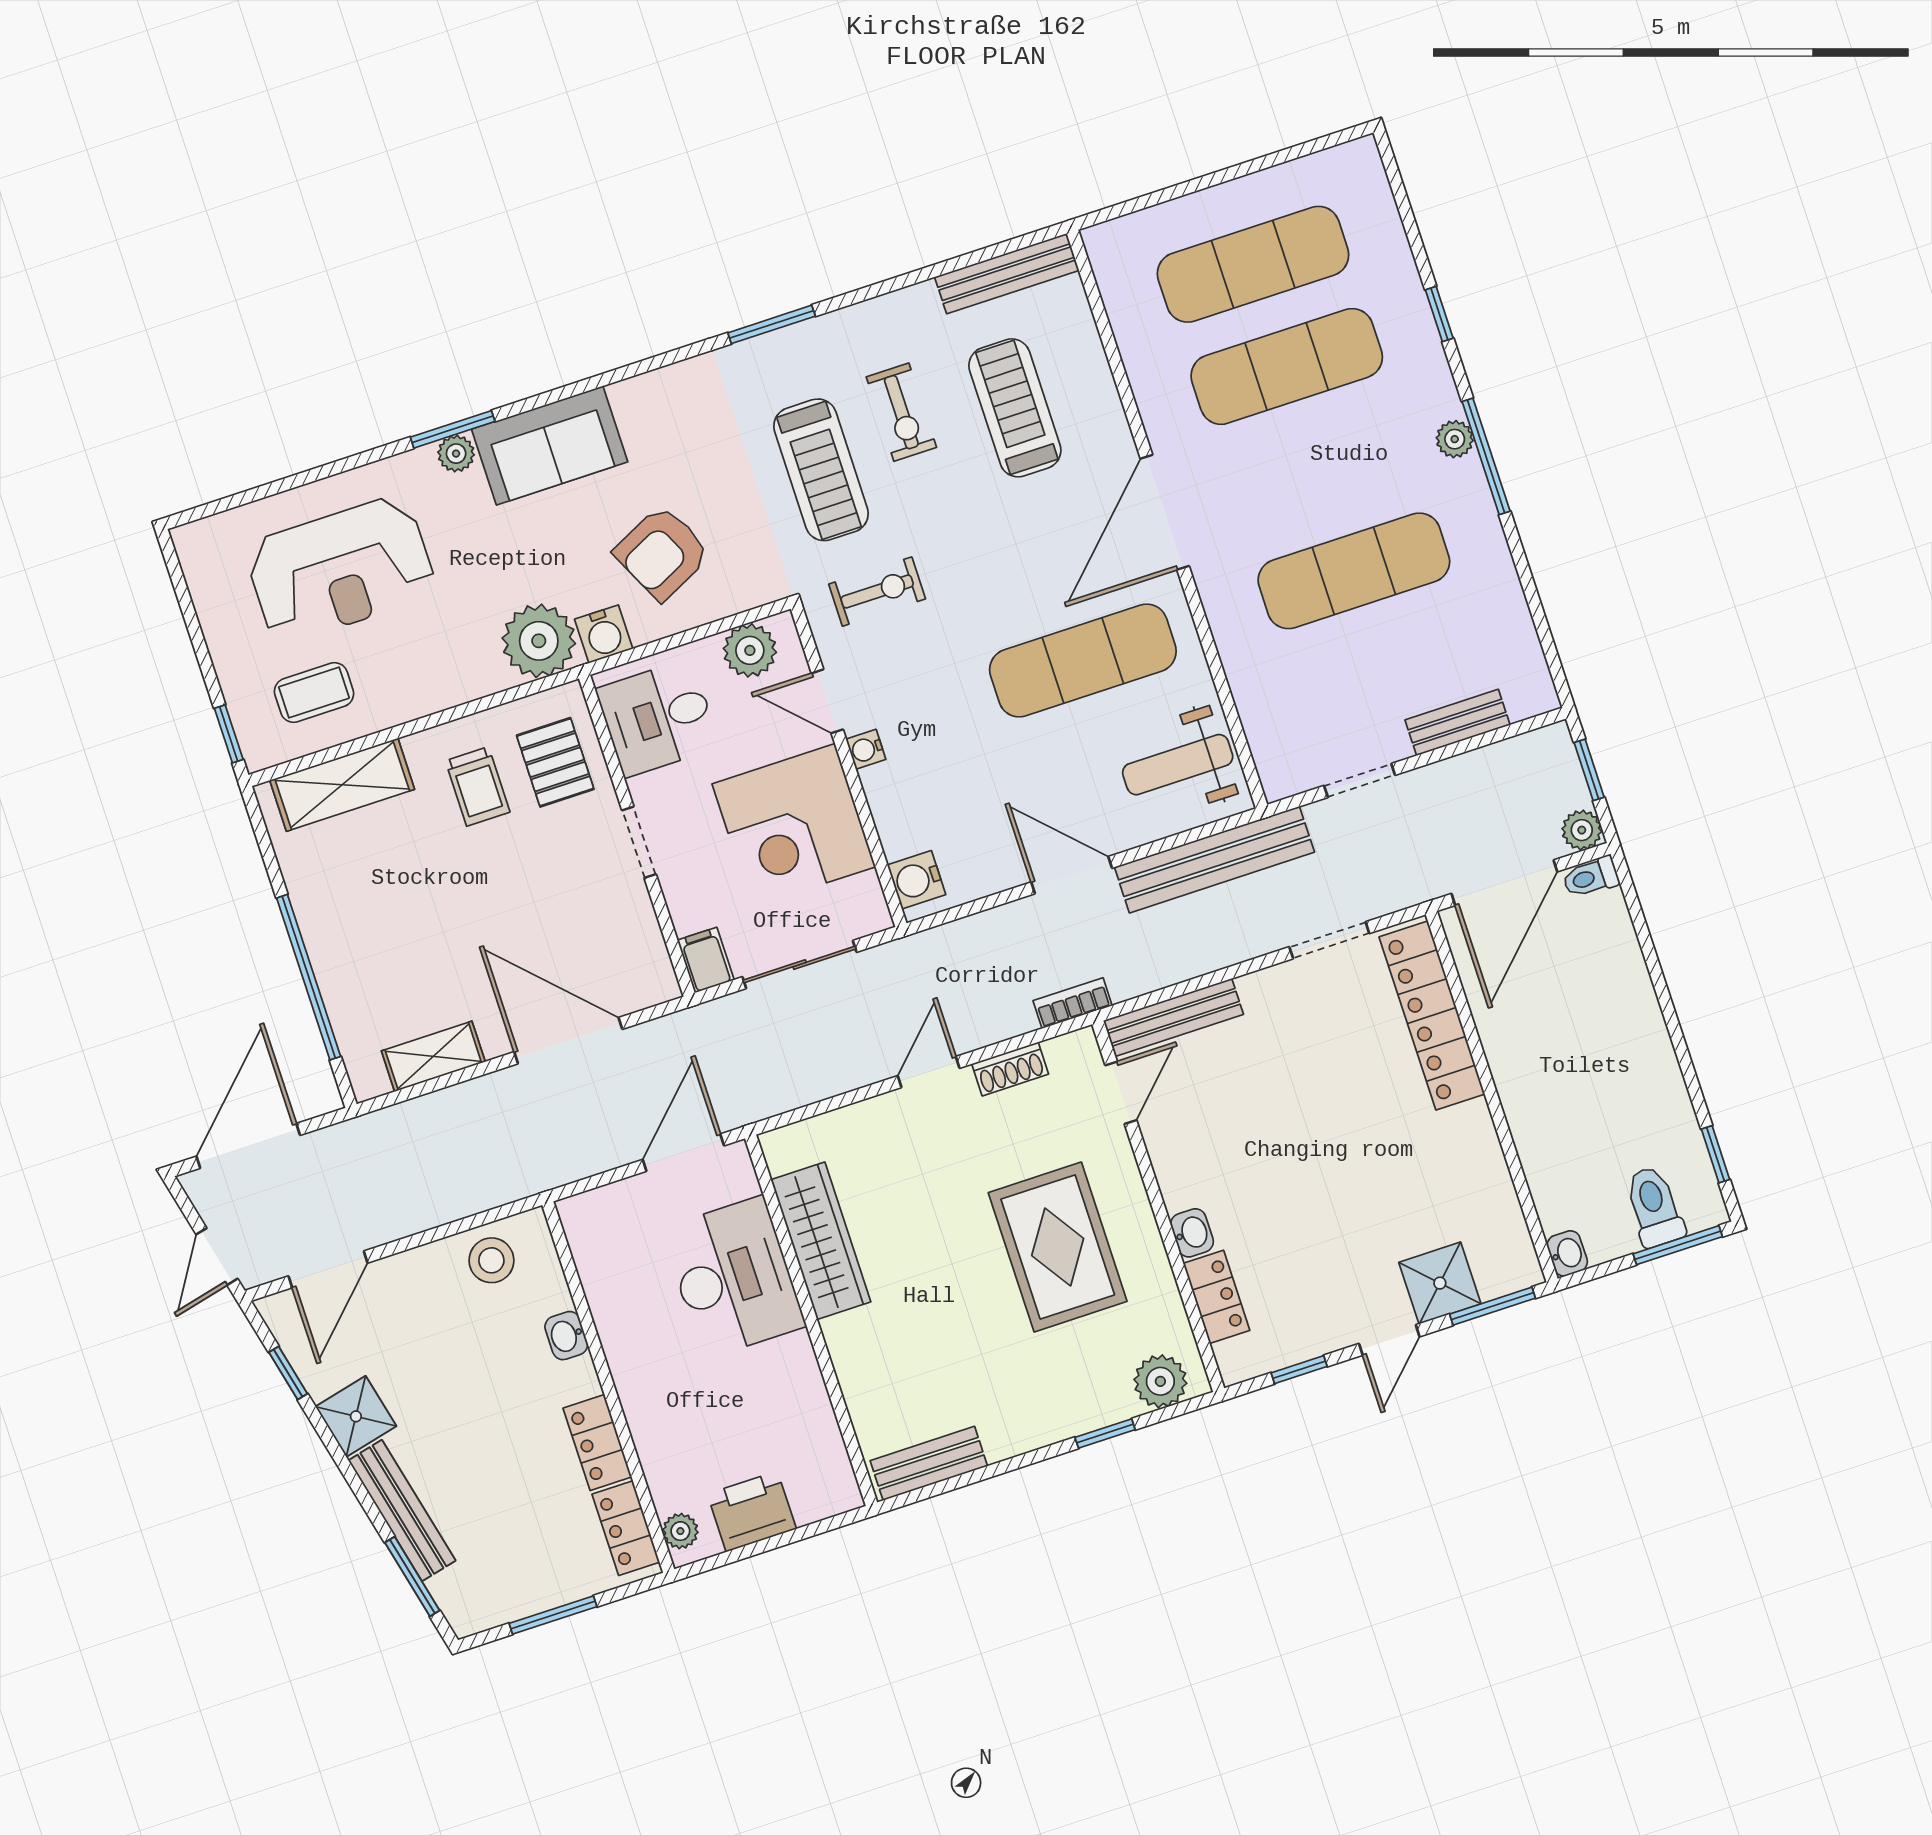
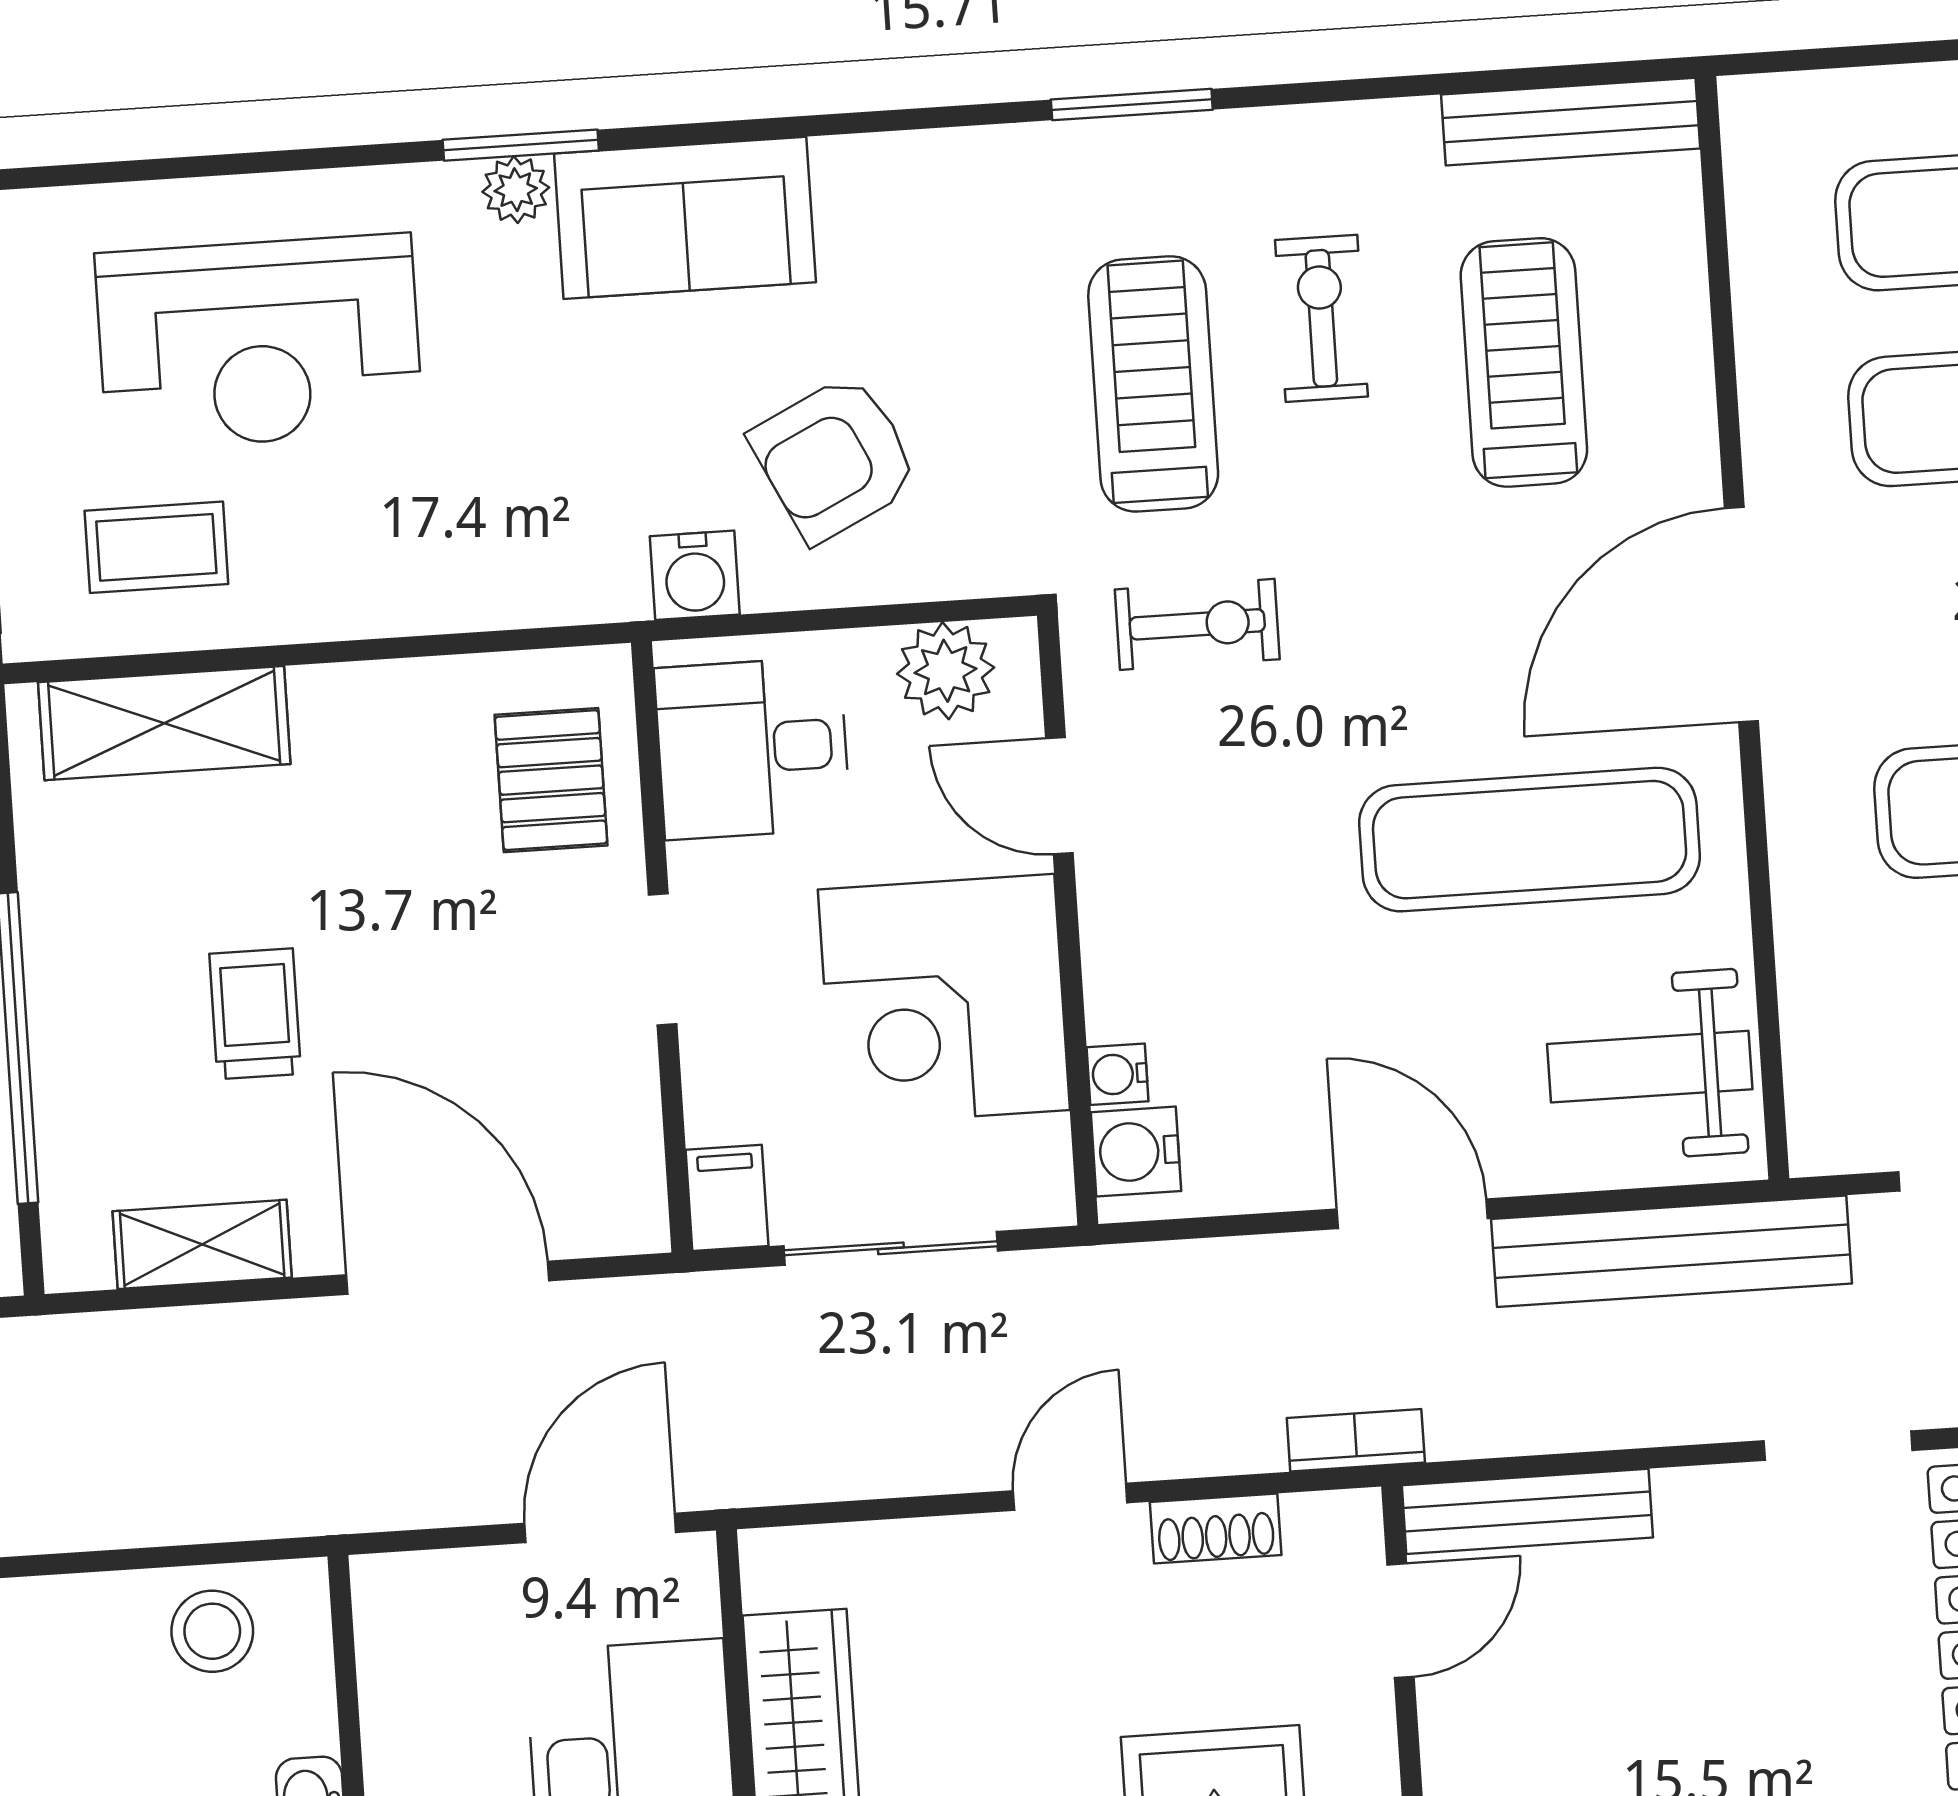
exercise bike: (901, 412) -> (1321, 318), turned 180
treadmill: (821, 470) -> (1153, 384), turned 180
plant: (539, 641) -> (577, 558), removed
water cooler: (866, 749) -> (1117, 1074), moved
trolley: (478, 786) -> (255, 1014), moved, turned 180

